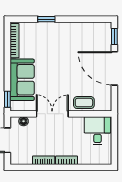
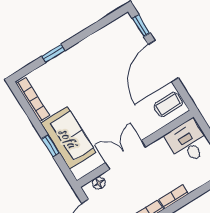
door: (114, 68) -> (163, 61), hinge flipped
window: (7, 99) -> (51, 146), moved
coffee table: (84, 103) -> (168, 105), moved

